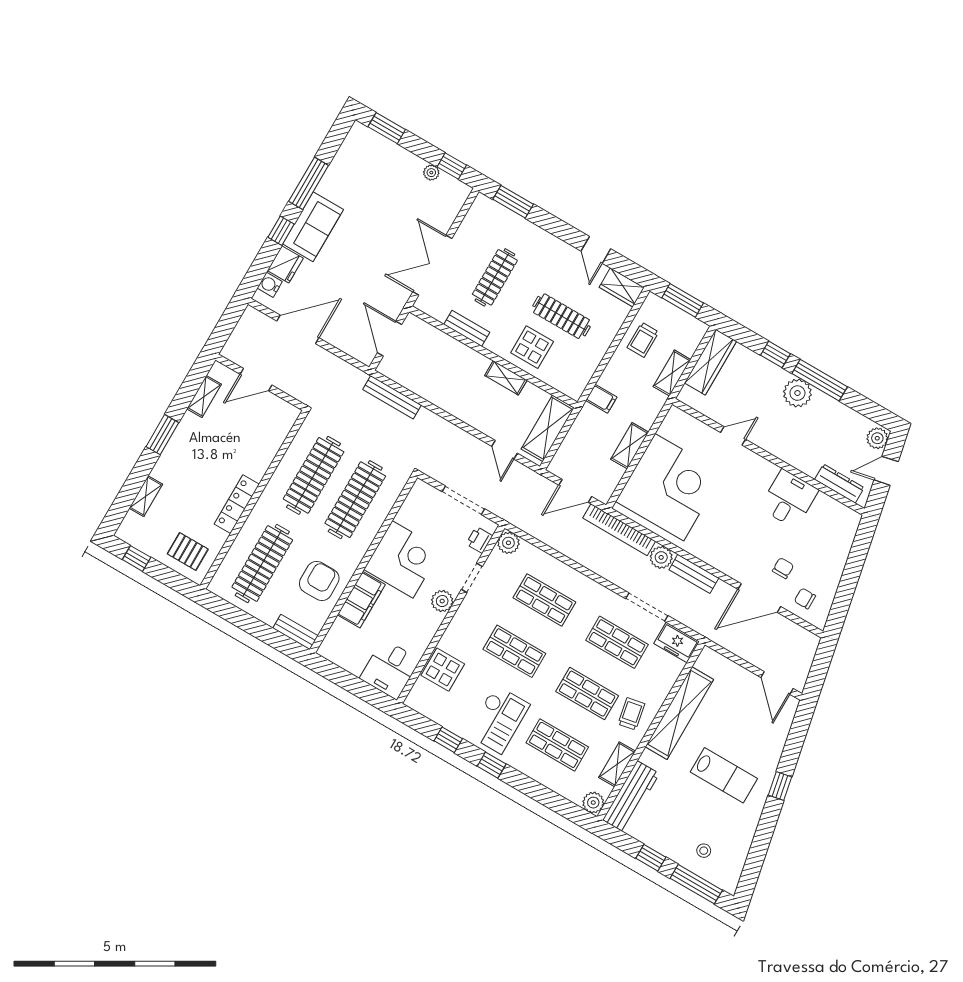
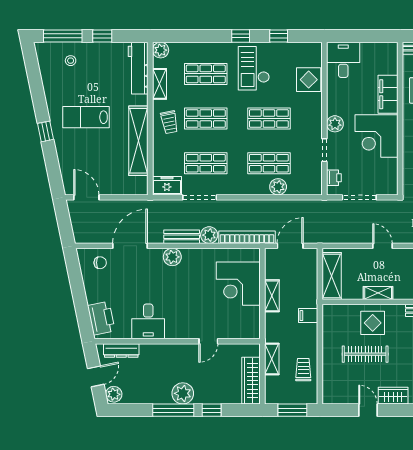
wardrobe: (622, 287) -> (393, 396), moved
door: (505, 450) -> (383, 246), moved
corner desk: (669, 487) -> (238, 284), width x0.74, depth x0.74
printer: (841, 534) -> (101, 318), added
plant: (508, 543) -> (278, 187), moved
plant: (718, 557) -> (172, 257), added
chair: (783, 568) -> (126, 274), removed

